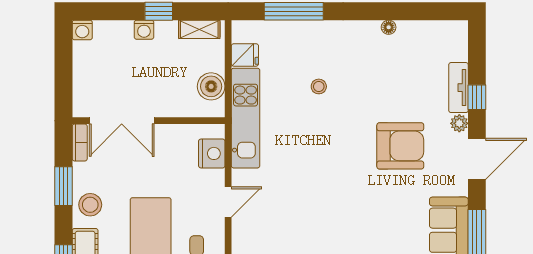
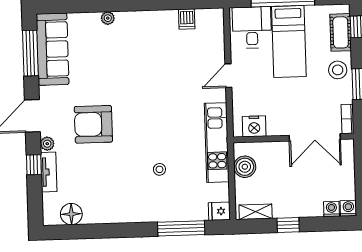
floor lamp: (389, 27) -> (71, 214), moved, width x1.89, depth x1.89
washing machine: (144, 30) -> (331, 209), moved
fridge: (245, 55) -> (219, 211), moved
double door: (122, 121) -> (315, 137), swing flipped
nightstand: (212, 153) -> (254, 126), moved, turned -90

